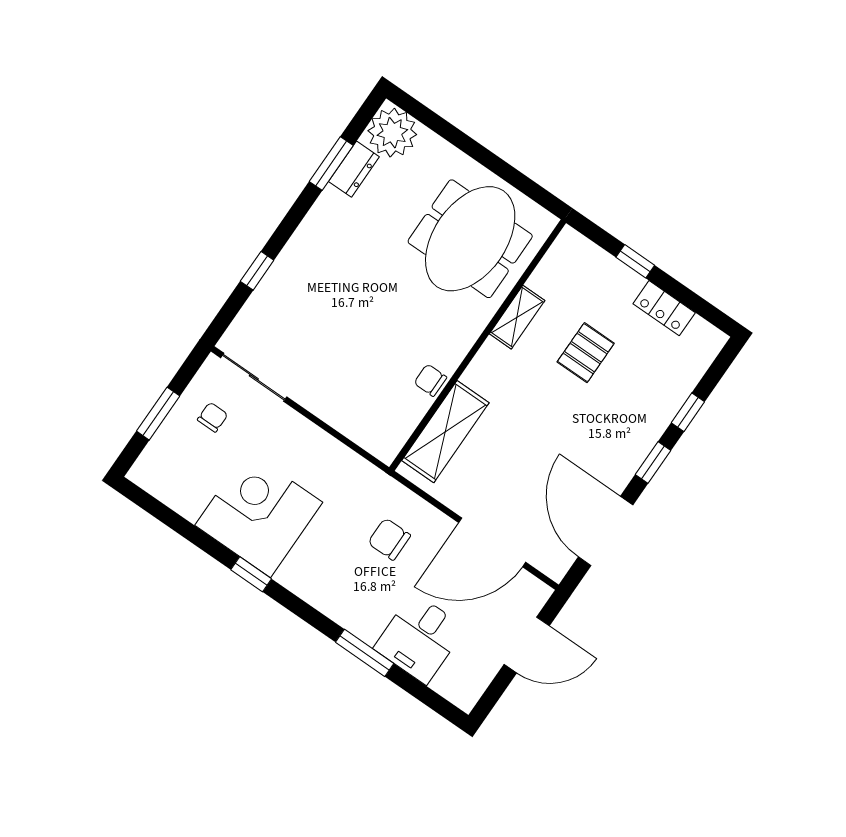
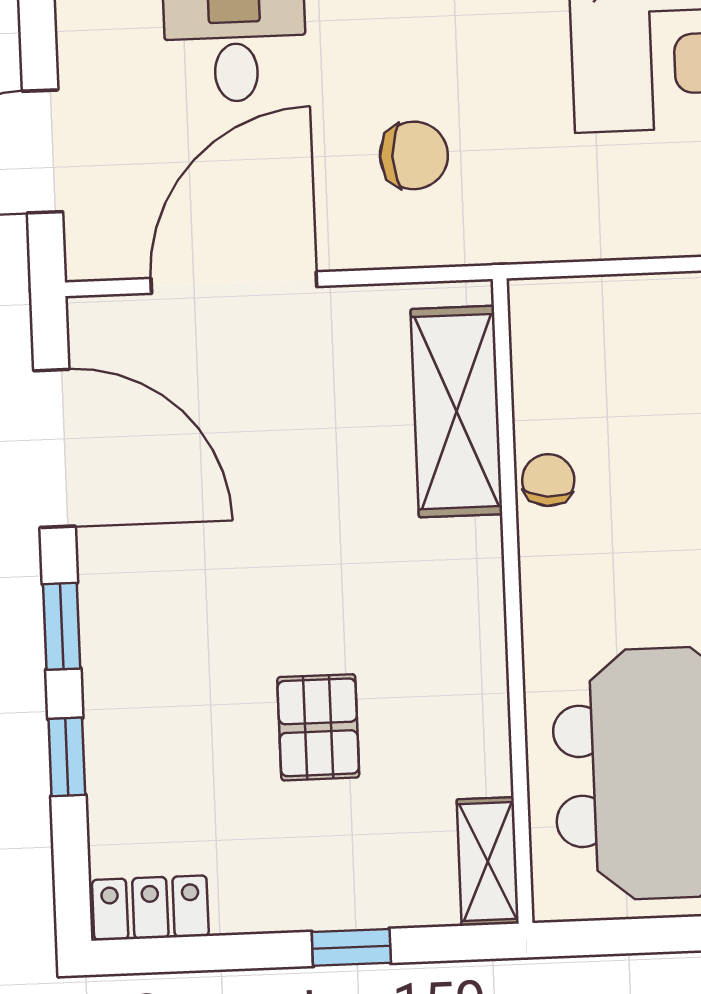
locker: (664, 308) -> (150, 908), moved
shelving: (517, 317) -> (488, 861), moved
chair: (430, 380) -> (548, 480), turned -85

